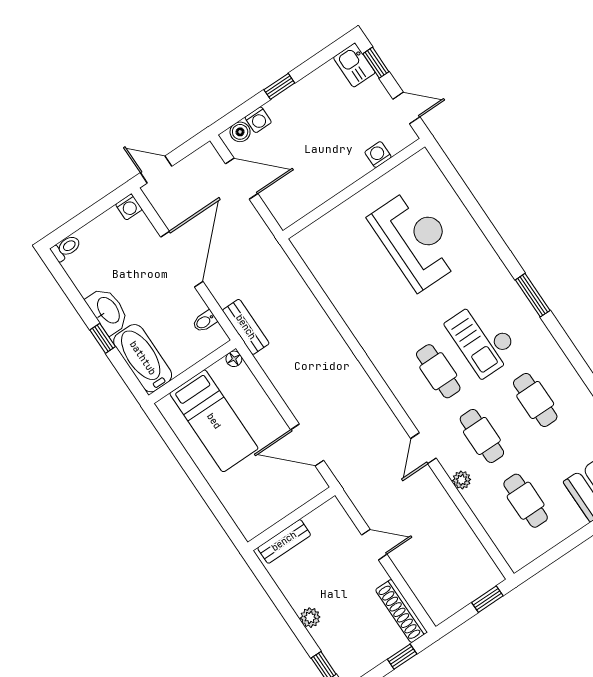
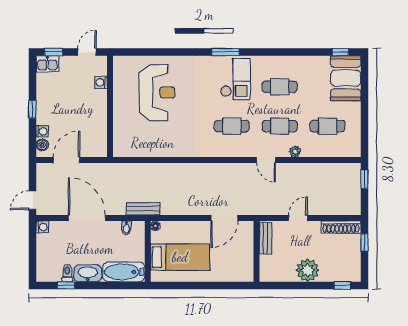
reception desk: (416, 239) -> (157, 92), turned 90
toilet: (66, 248) -> (67, 273), moved
window: (103, 338) -> (66, 285), moved
checkout: (482, 339) -> (235, 79), moved, turned -90
bench: (284, 541) -> (265, 238), moved
plant: (310, 618) -> (308, 270), width x1.88, depth x1.88

